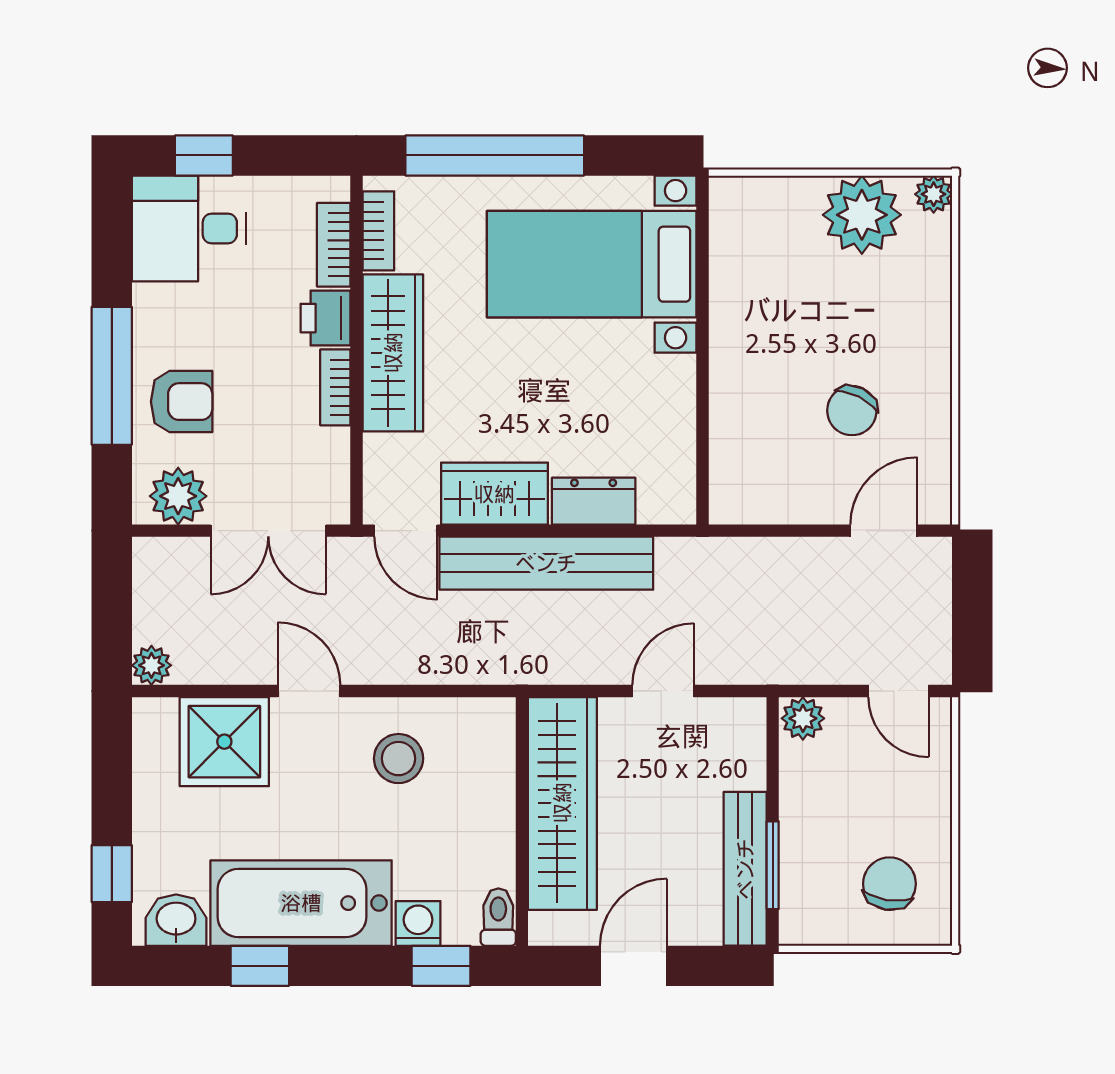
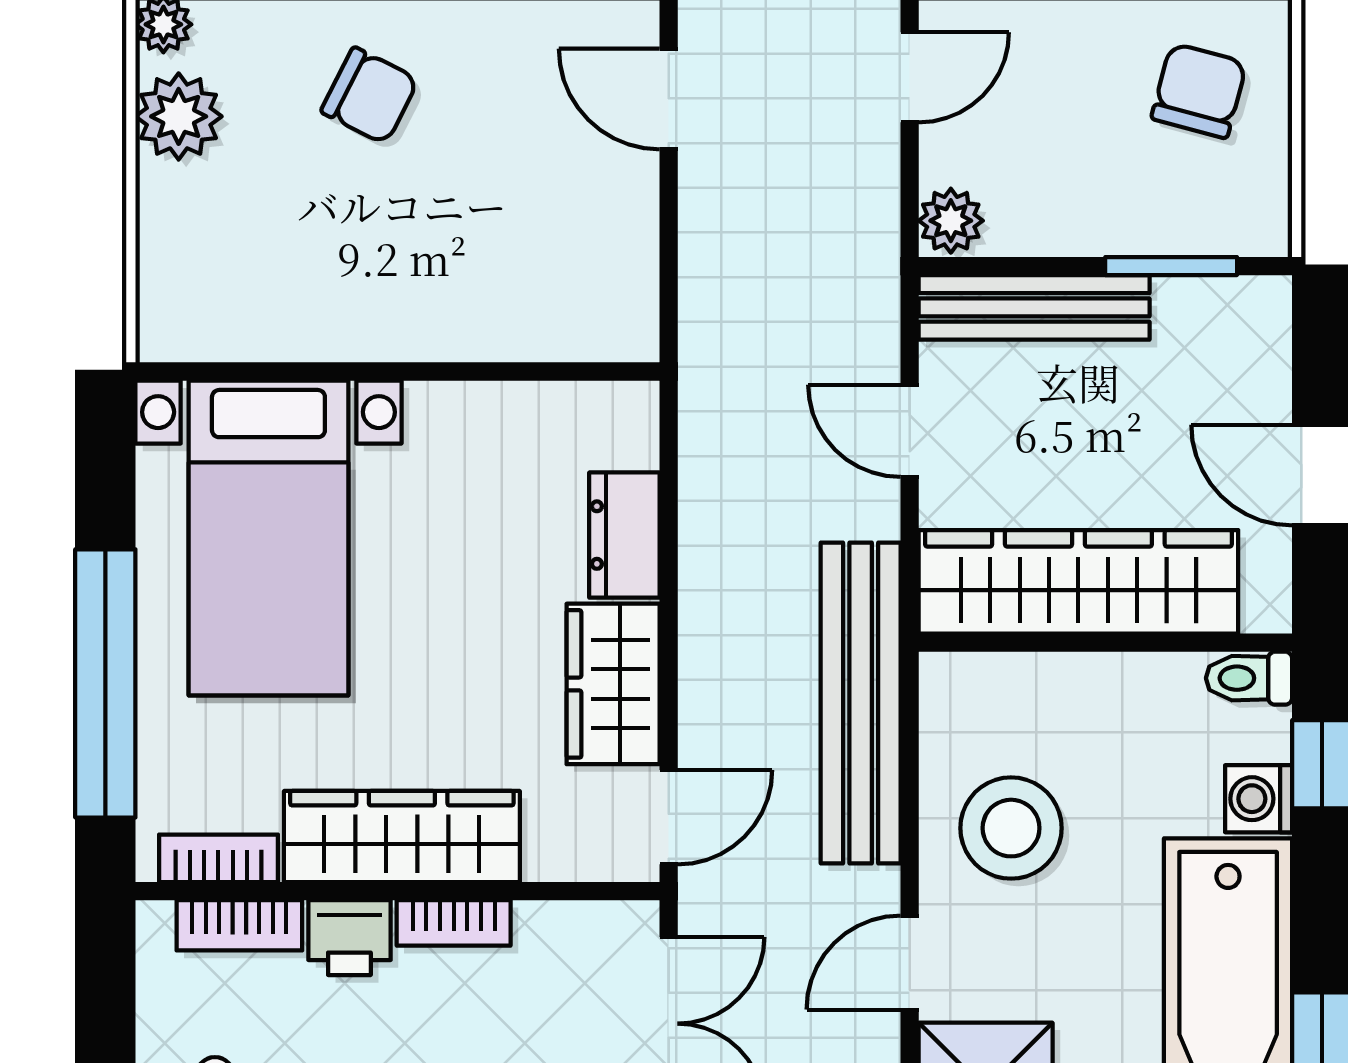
plant: (862, 215) -> (179, 116), width x0.73, depth x0.73
chair: (852, 411) -> (370, 96), moved
bench: (546, 563) -> (861, 703), moved
stool: (399, 759) -> (1011, 828), width x1.38, depth x1.38
bench: (745, 869) -> (1034, 307), moved
chair: (889, 884) -> (1199, 91), turned 96

